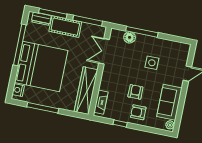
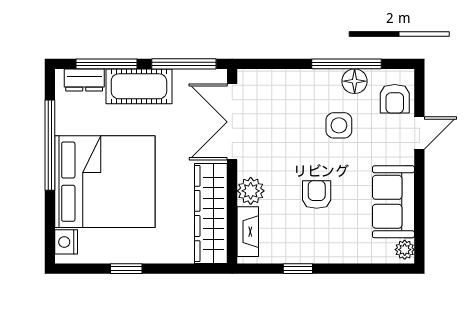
window: (142, 32) -> (346, 64), moved
floor lamp: (130, 37) -> (355, 81), moved
double door: (104, 51) -> (232, 122), width x1.37
plant: (106, 84) -> (251, 191), added
window: (43, 108) -> (126, 269), width x0.46
armchair: (138, 112) -> (395, 99), moved, turned -90

